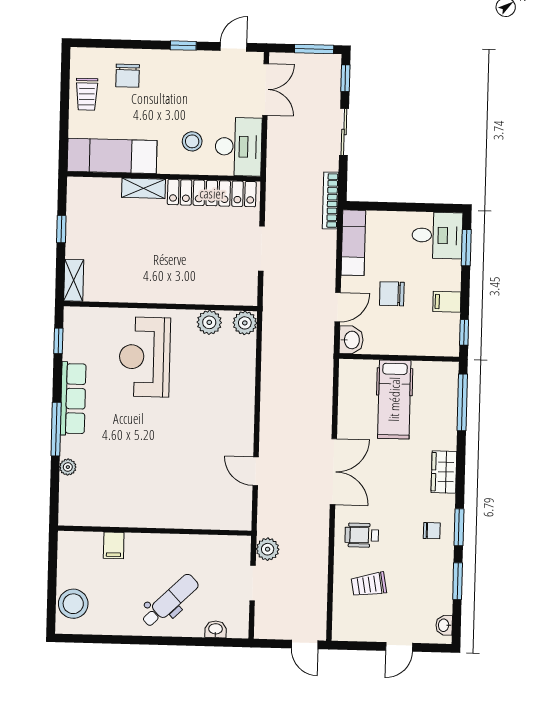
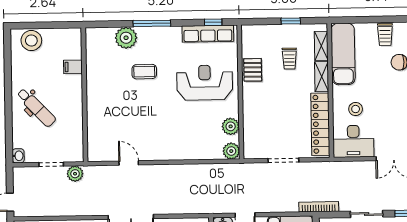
trolley: (87, 94) -> (385, 35), turned -90
trolley: (115, 233) -> (289, 59), added
shelving: (74, 280) -> (321, 46), moved, turned 90
pallet: (129, 287) -> (253, 70), added
row of seats: (73, 399) -> (208, 34), moved
coffee table: (125, 443) -> (144, 72), added
plant: (68, 467) -> (126, 38), width x1.88, depth x1.88
door: (256, 471) -> (129, 163), hinge flipped
washbasin: (216, 629) -> (18, 156), moved

